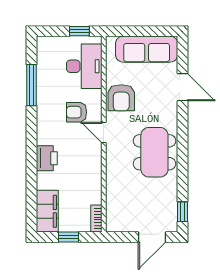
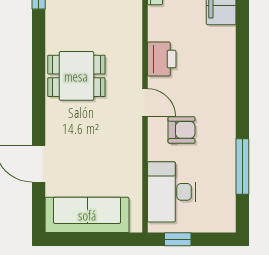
armchair: (121, 98) -> (121, 149), removed
dining table: (154, 152) -> (76, 76), width x0.73
printer: (47, 158) -> (162, 59), moved, turned 180

